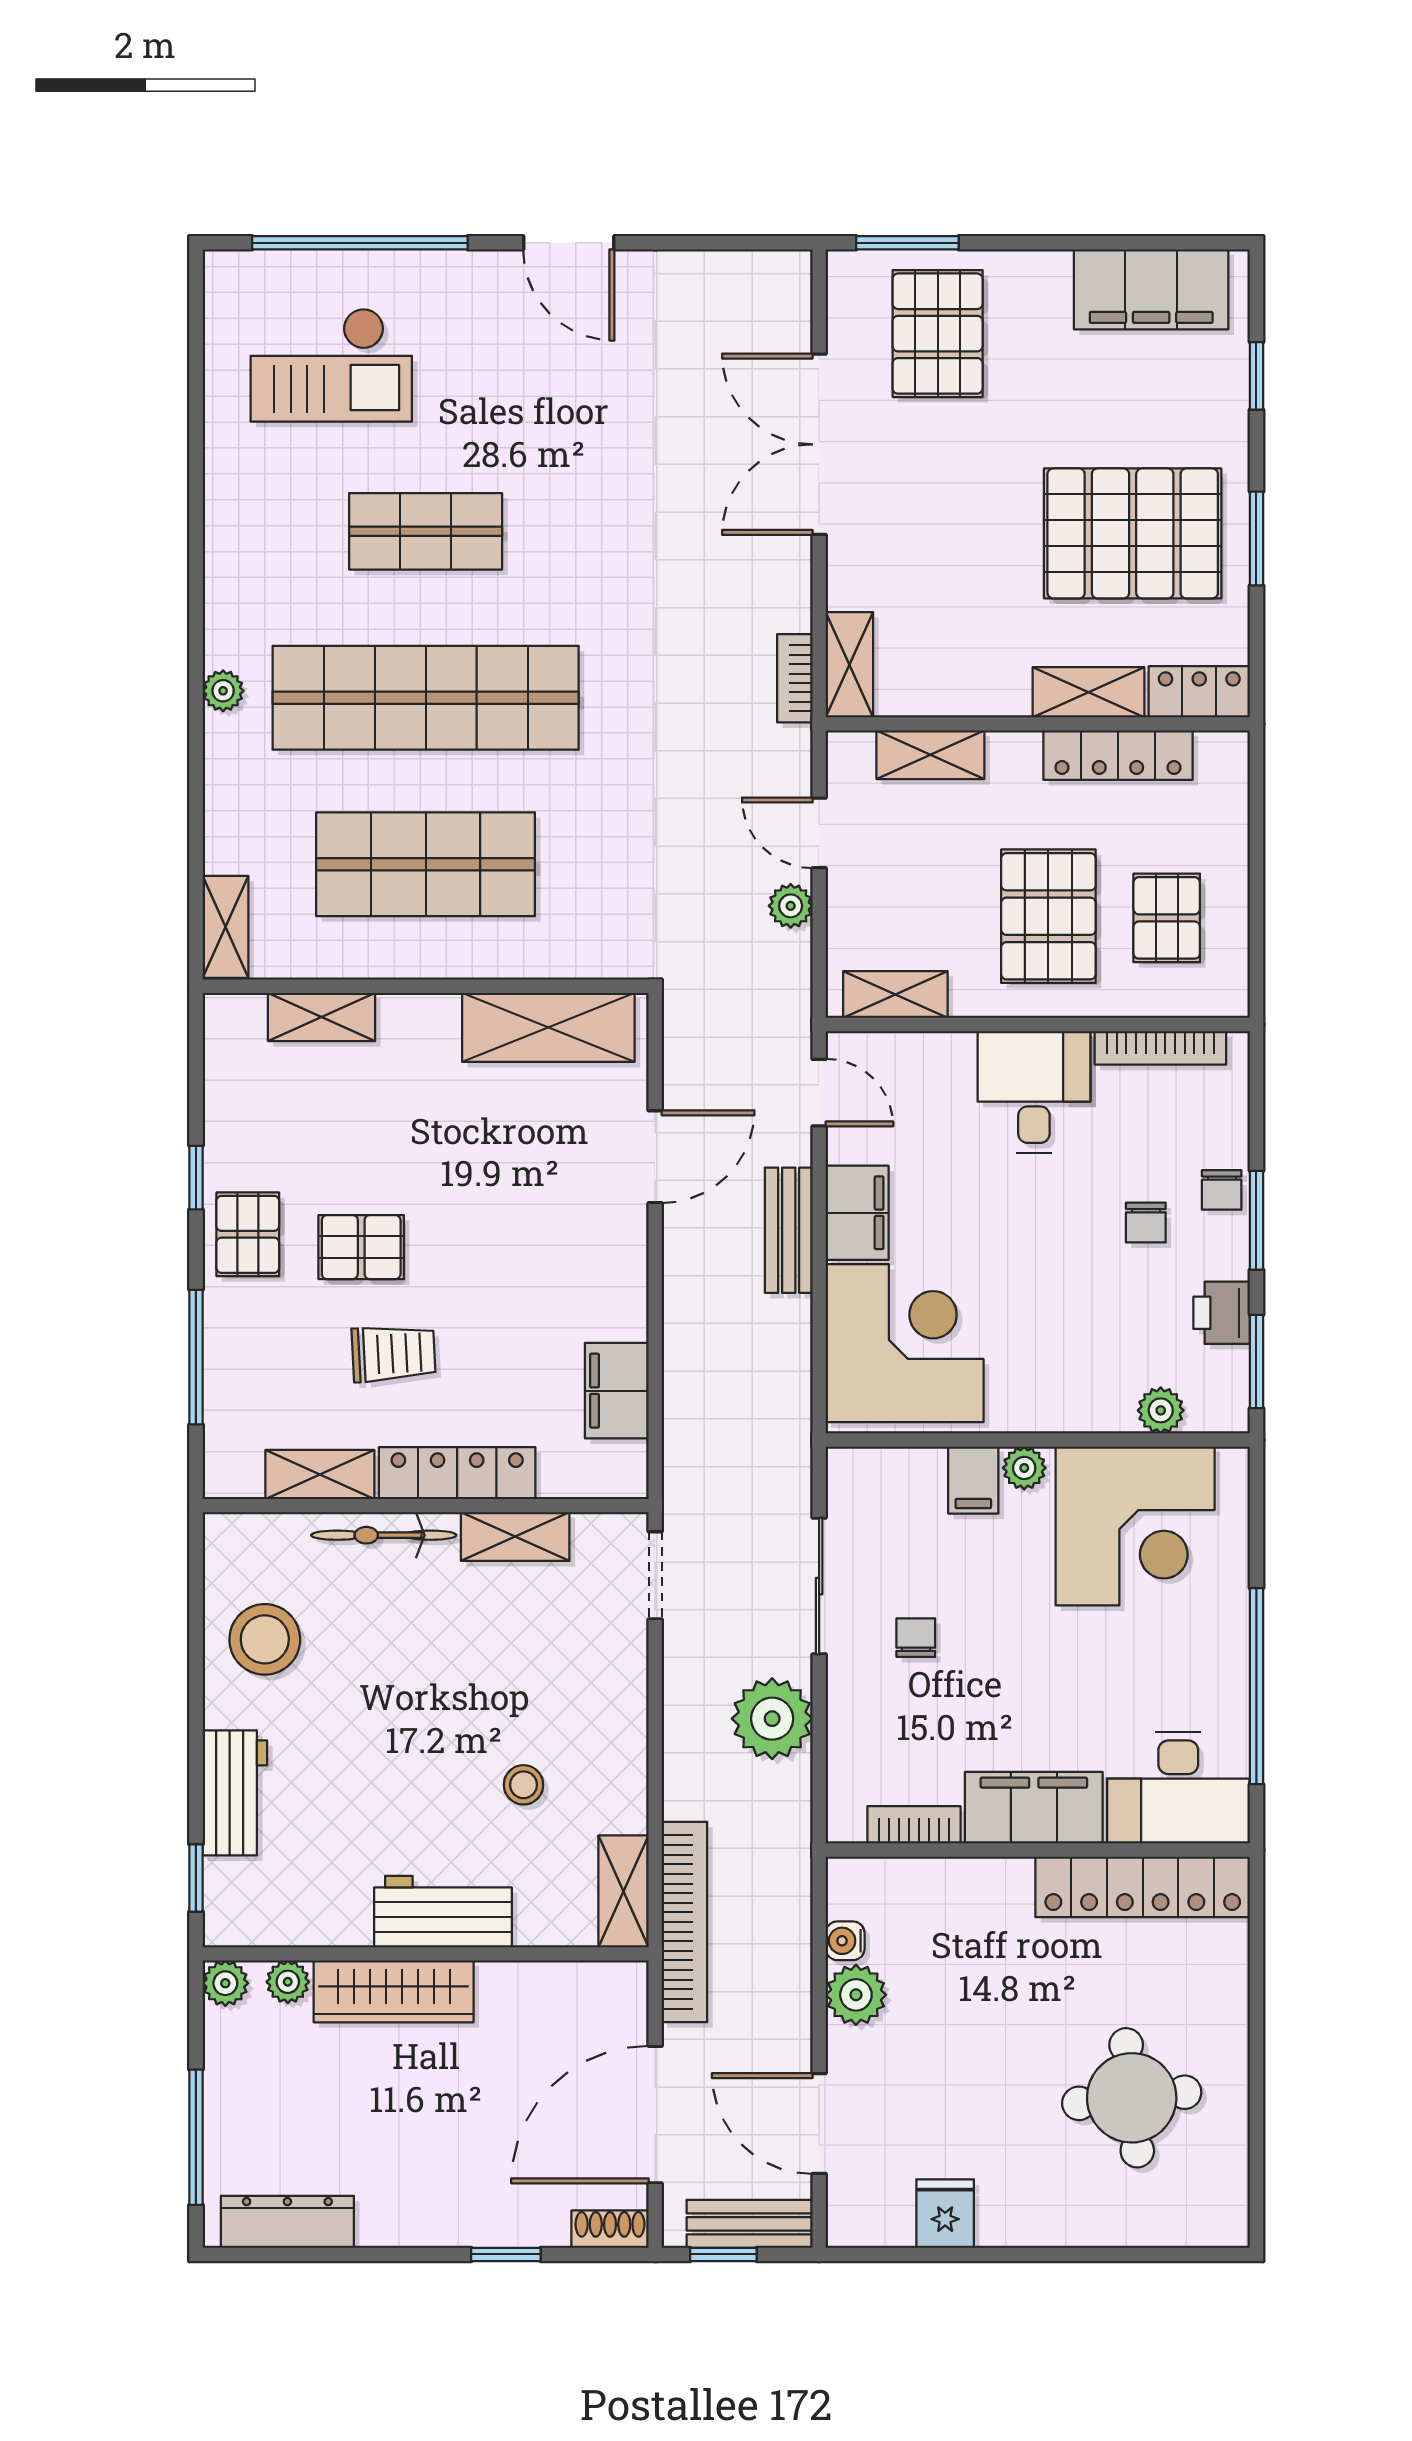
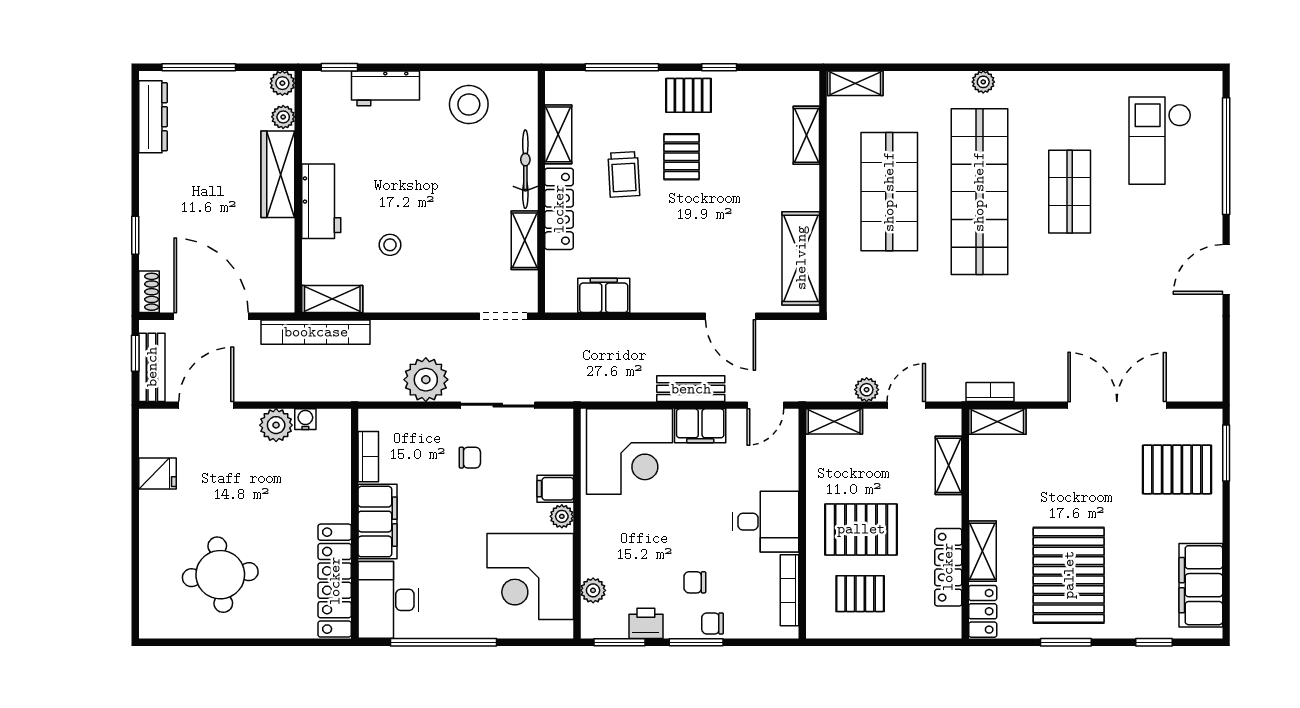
shelving: (895, 994) -> (834, 421), moved, turned 90

